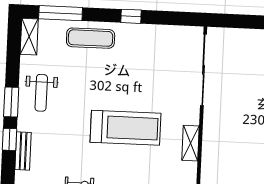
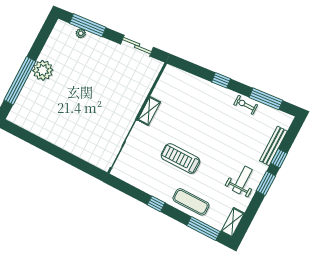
treadmill: (126, 128) -> (180, 158), moved, width x0.73, depth x0.73
shelving: (191, 143) -> (149, 111), moved
bench: (23, 151) -> (273, 146), width x1.36

